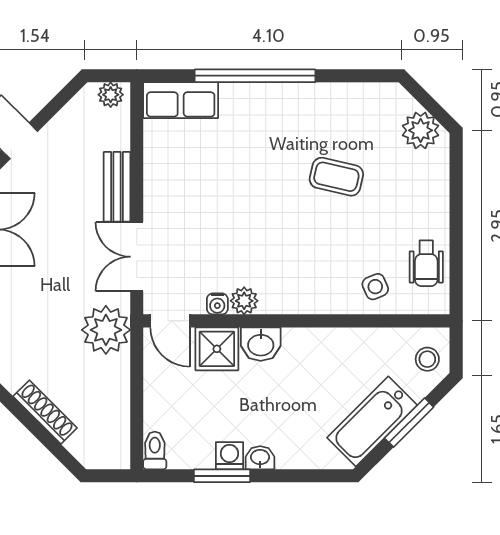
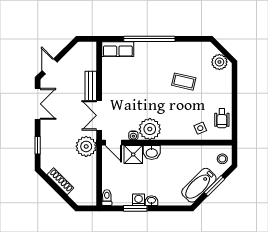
plant: (111, 95) -> (88, 47), removed
plant: (244, 301) -> (150, 129), width x1.87, depth x1.87

